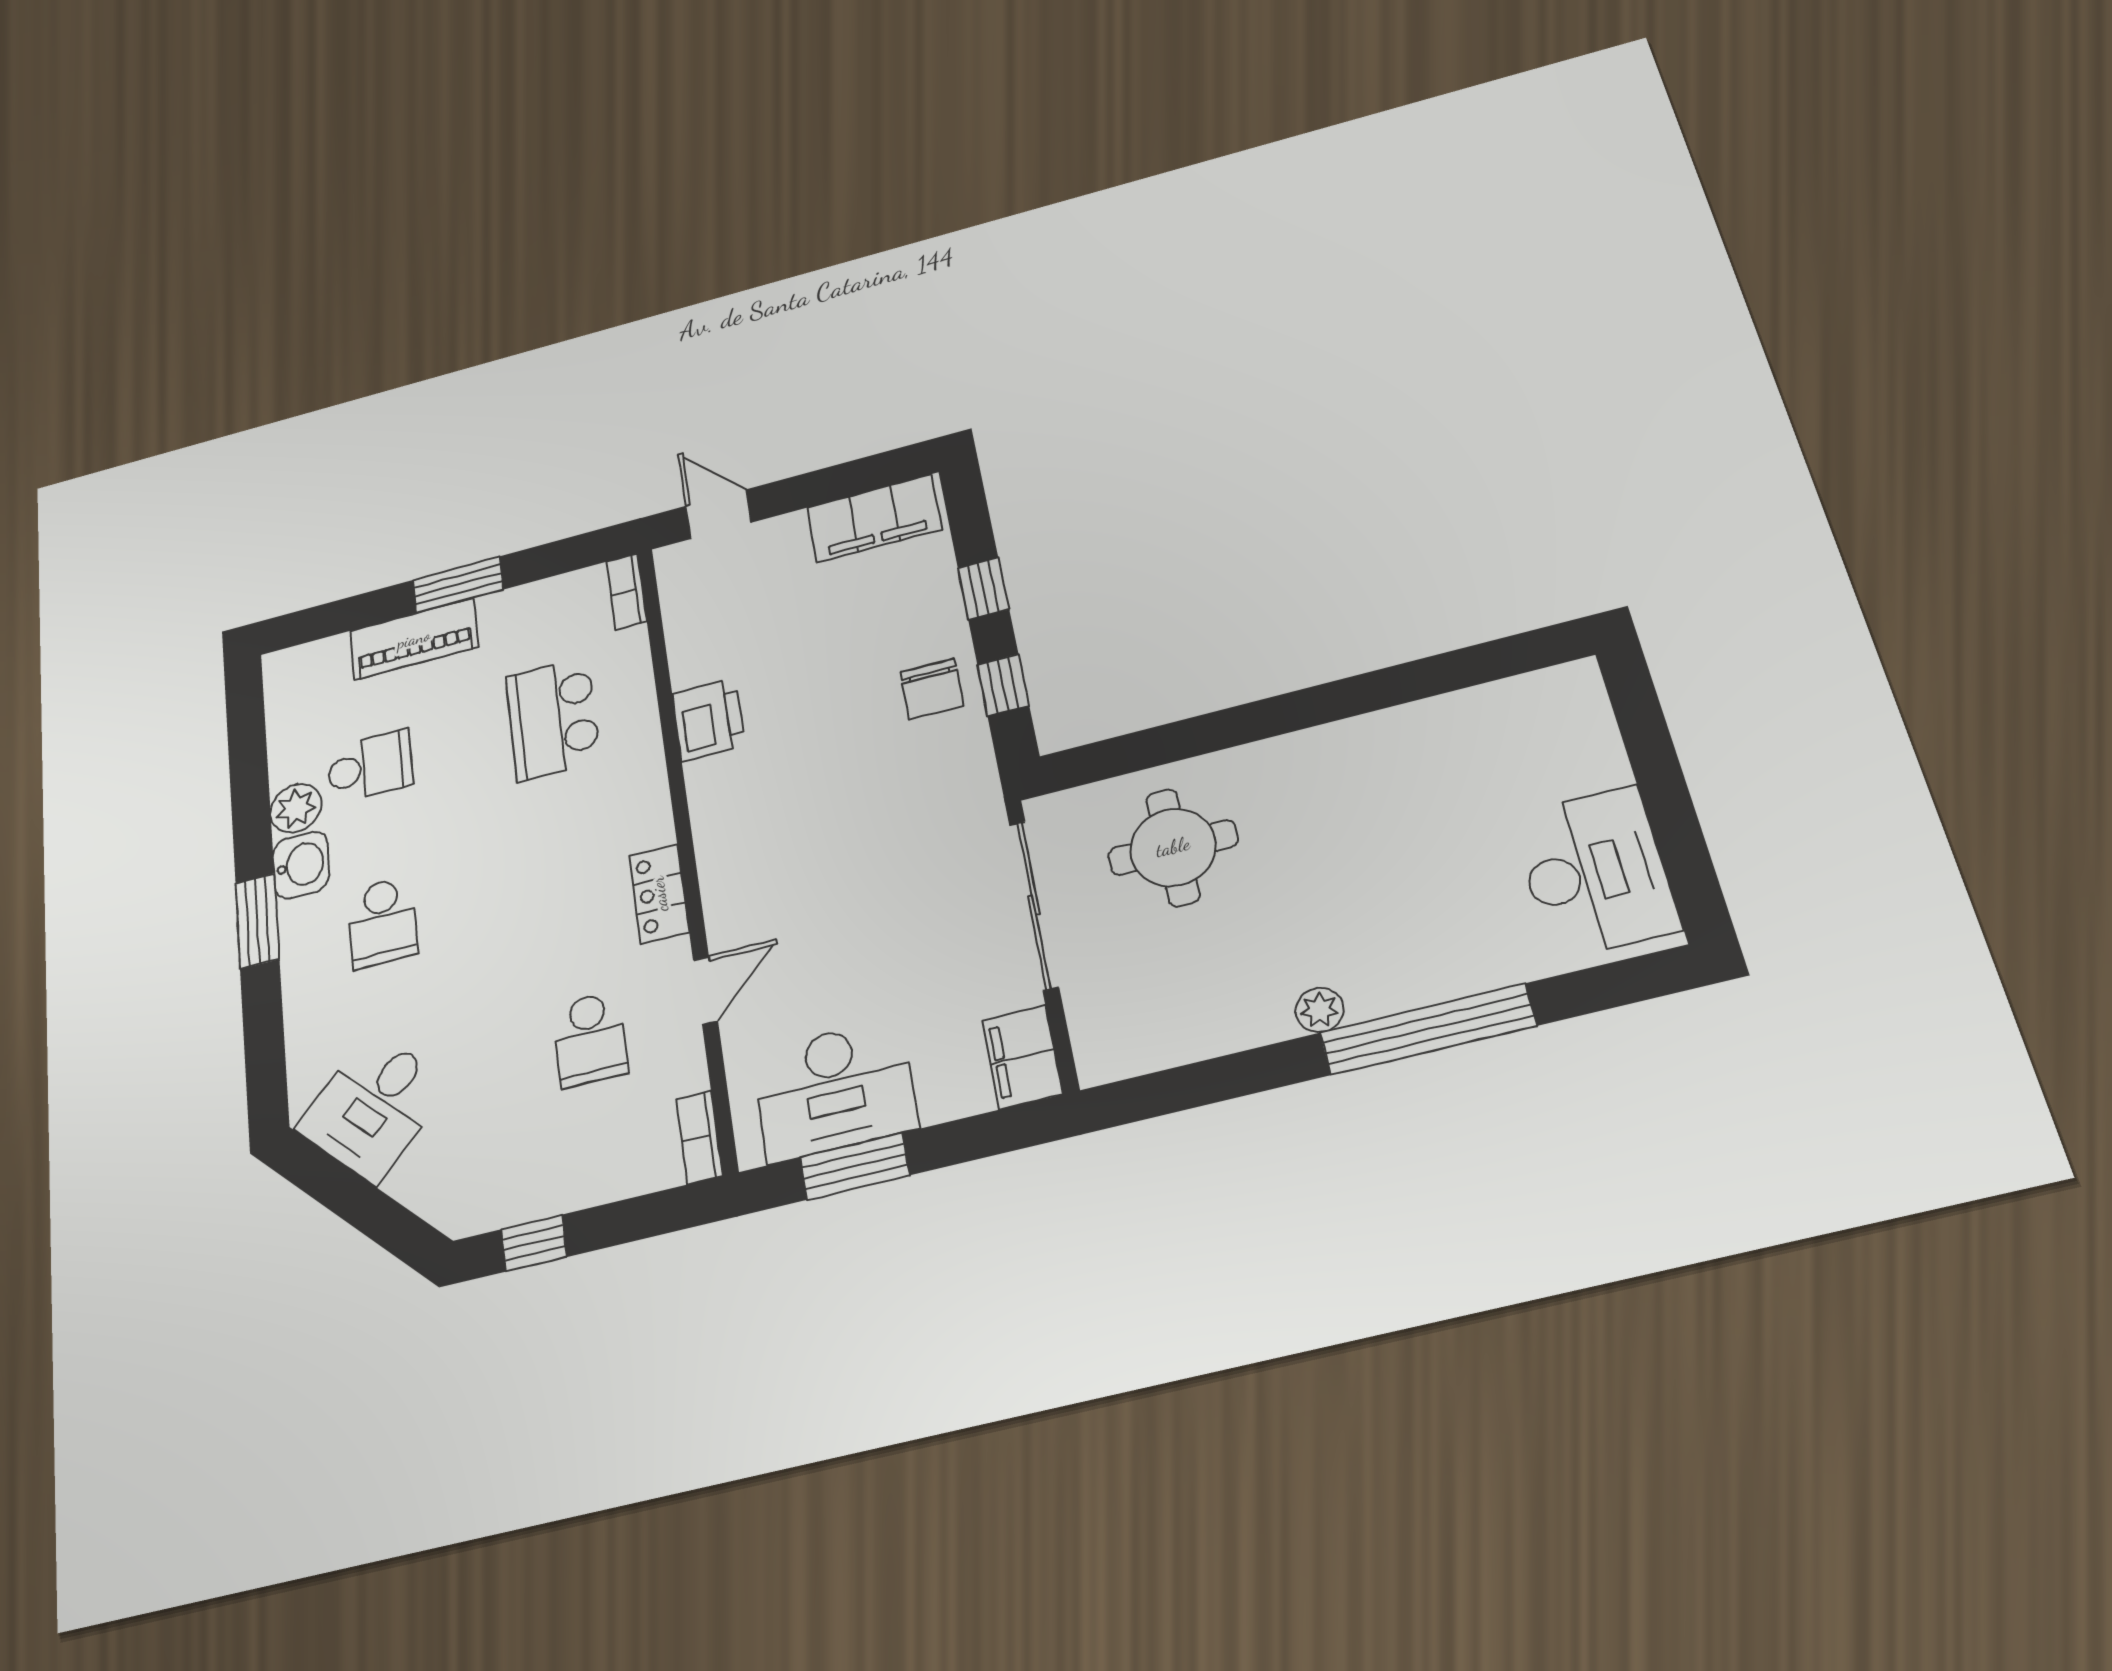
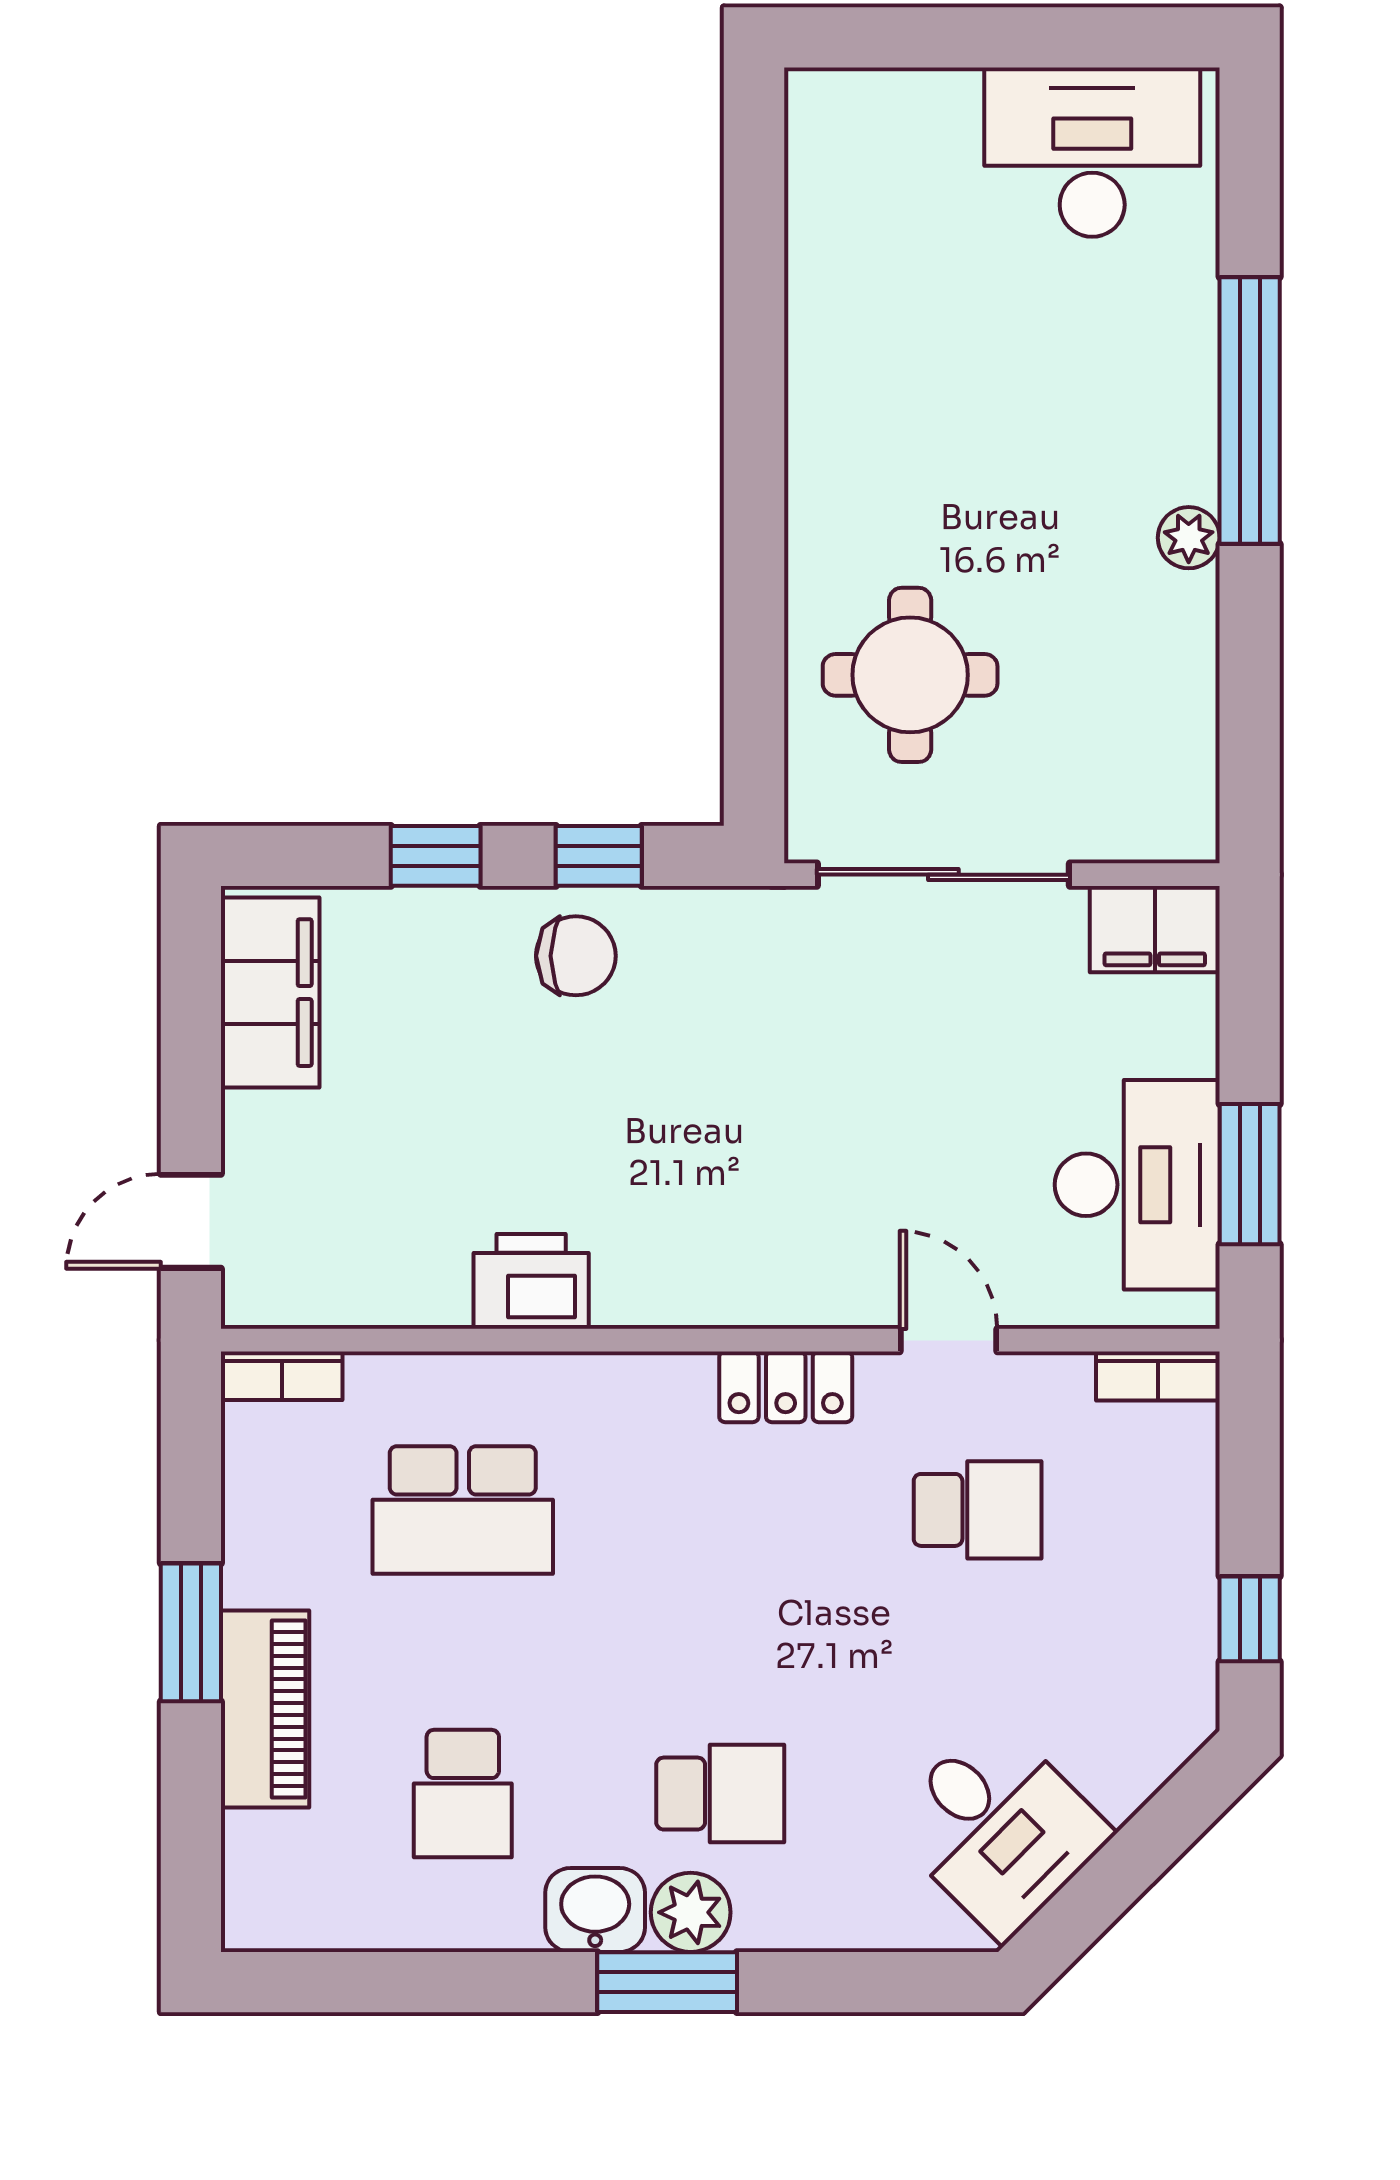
school desk: (370, 767) -> (463, 1794), turned 180
plant: (296, 808) -> (691, 1912), moved

